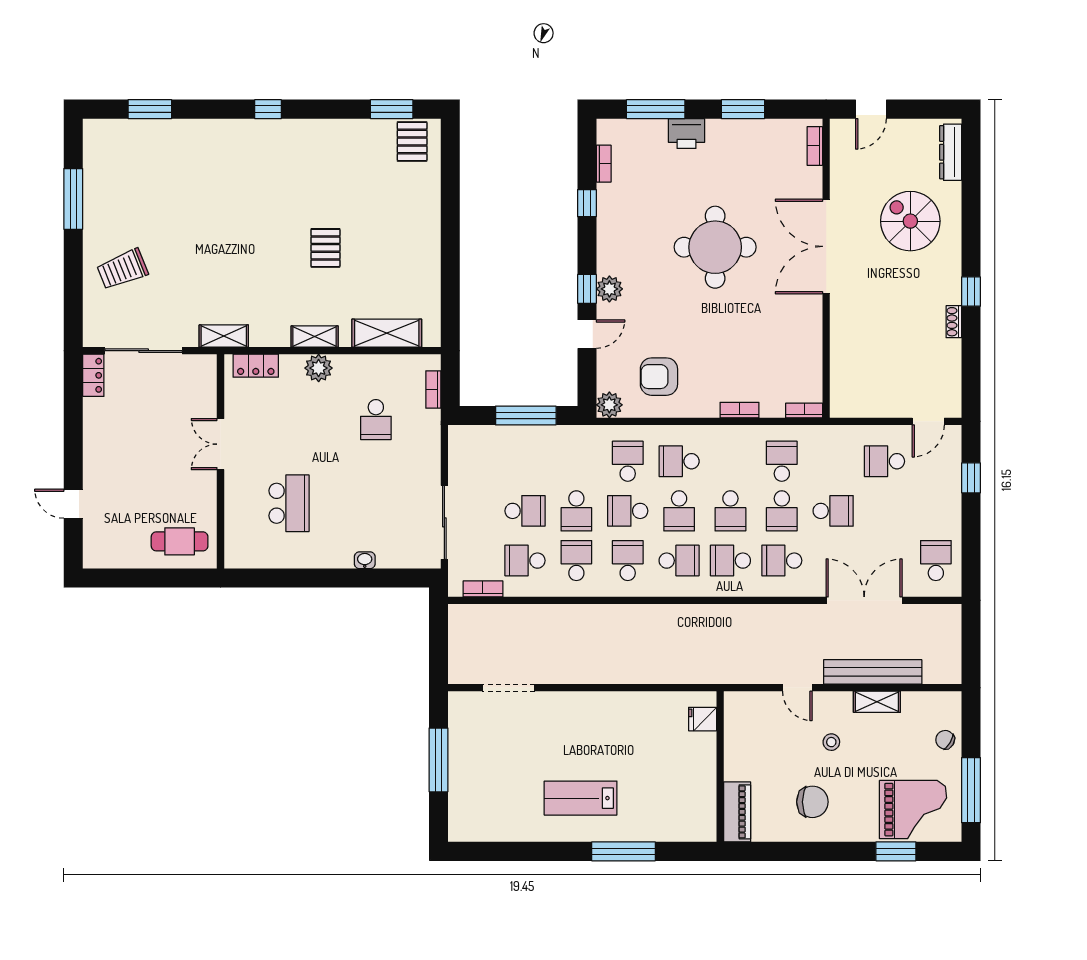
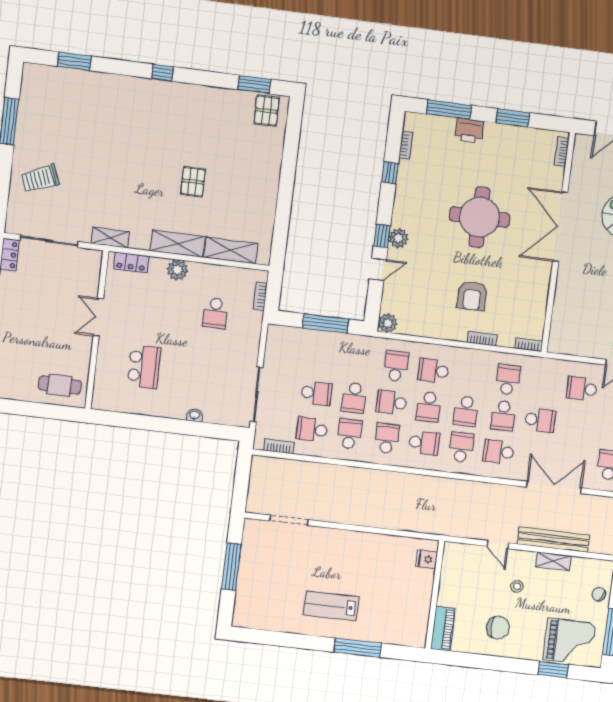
shelving: (315, 337) -> (178, 244), width x1.50, depth x1.33
armchair: (659, 377) -> (472, 296), moved, turned -90
school desk: (730, 561) -> (461, 447), turned 90

